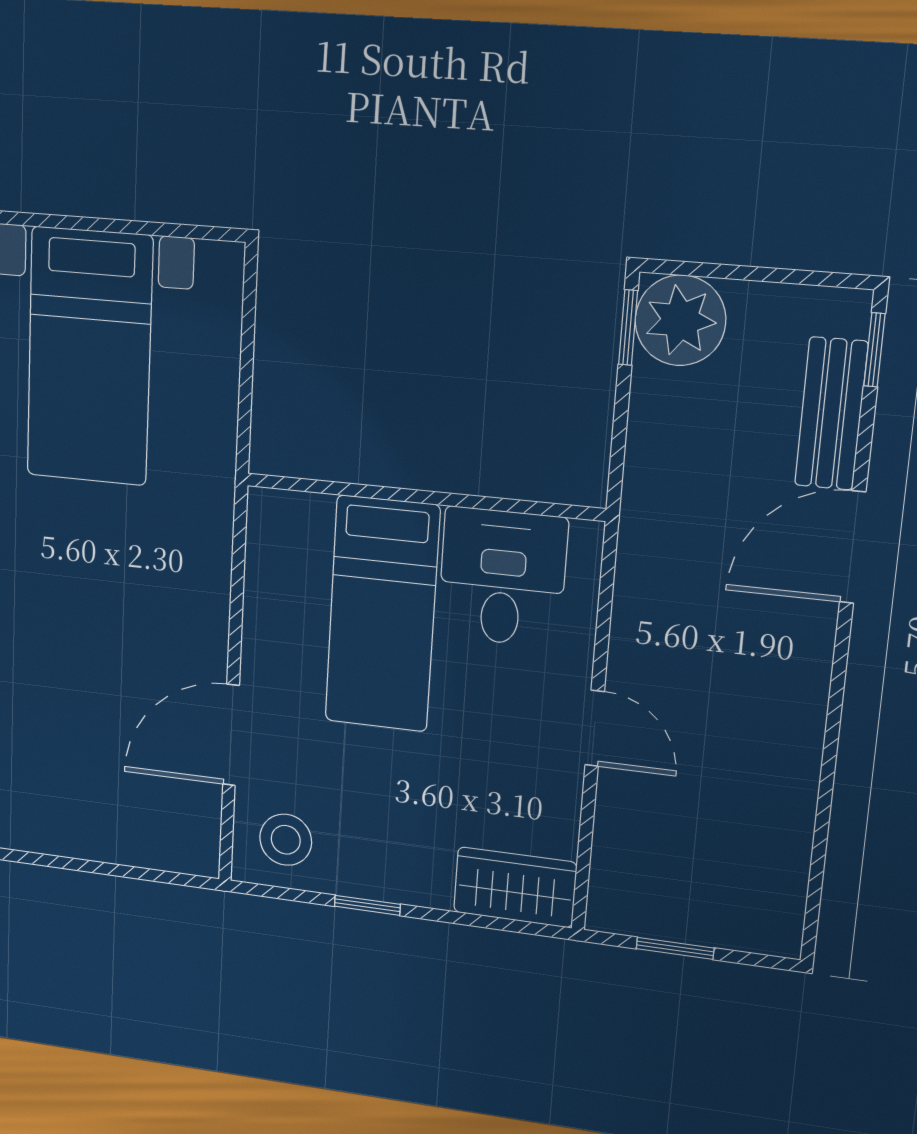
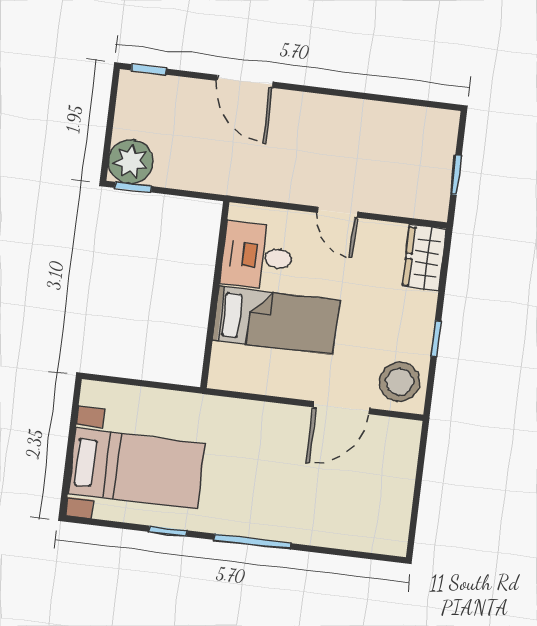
bench: (831, 414) -> (179, 90), removed
door: (595, 728) -> (337, 212), swing flipped
door: (231, 735) -> (341, 408), hinge flipped
stool: (286, 840) -> (400, 382), width x1.38, depth x1.38

